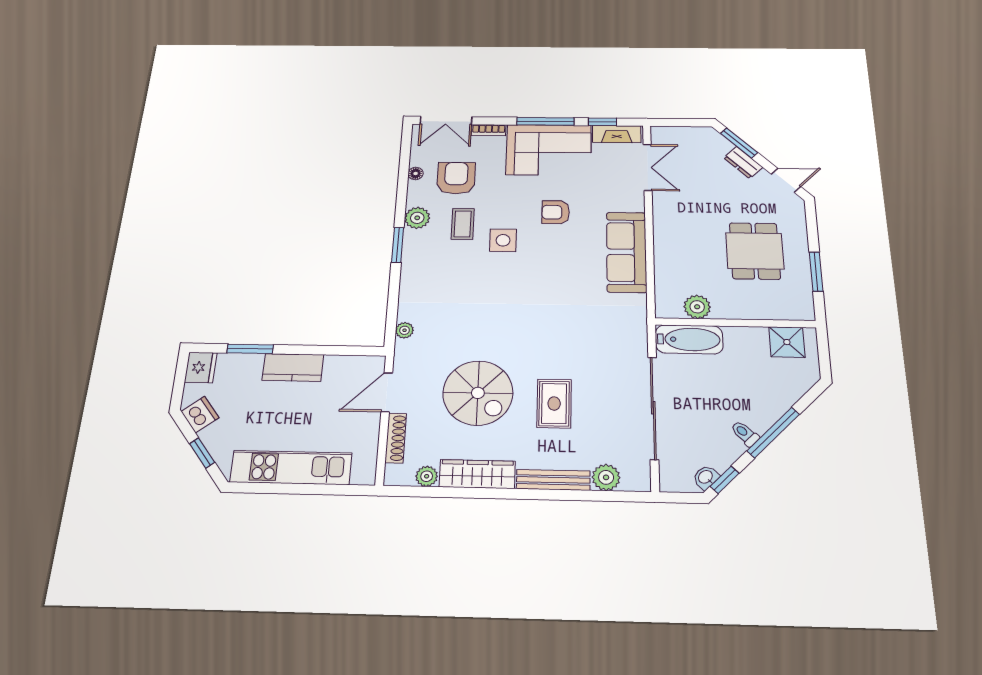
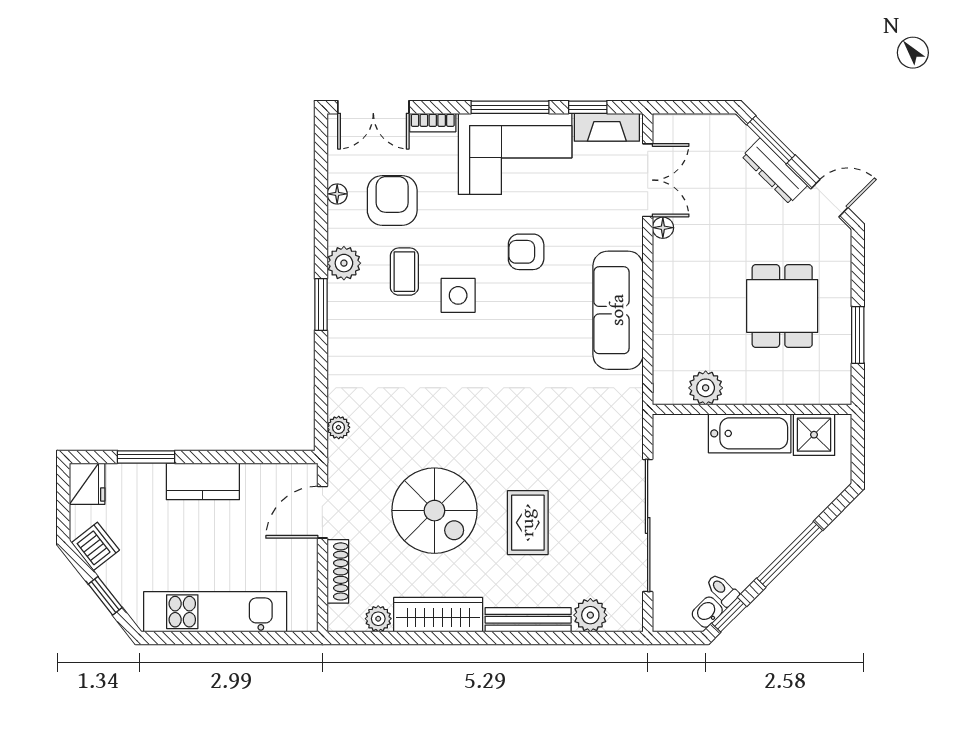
dresser: (743, 162) -> (775, 171), width x1.44
floor lamp: (660, 198) -> (663, 228), added
bathtub: (689, 339) -> (750, 433), moved
toilet: (745, 434) -> (722, 590), moved

